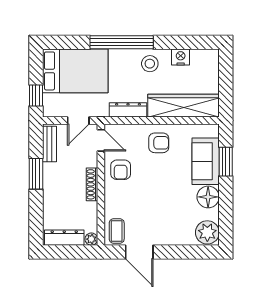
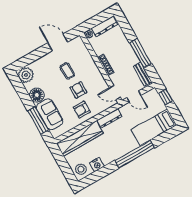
stool: (150, 64) -> (81, 169), moved
bed: (75, 71) -> (154, 127), width x0.67
door: (78, 120) -> (134, 96), swing flipped
window: (226, 162) -> (38, 121), width x1.44
armchair: (121, 170) -> (78, 90), moved
window: (36, 174) -> (141, 53), width x1.44
coffee table: (117, 231) -> (67, 71), moved

